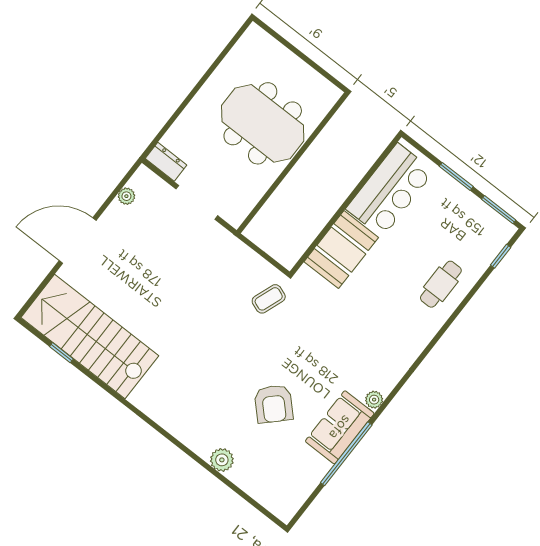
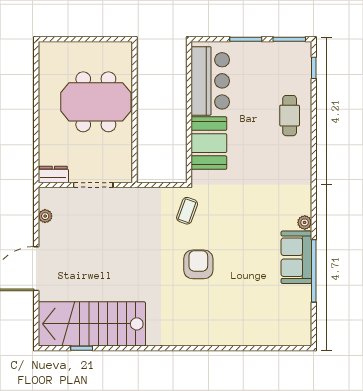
armchair: (274, 404) -> (198, 264), moved, turned -135
plant: (222, 460) -> (237, 337), removed

